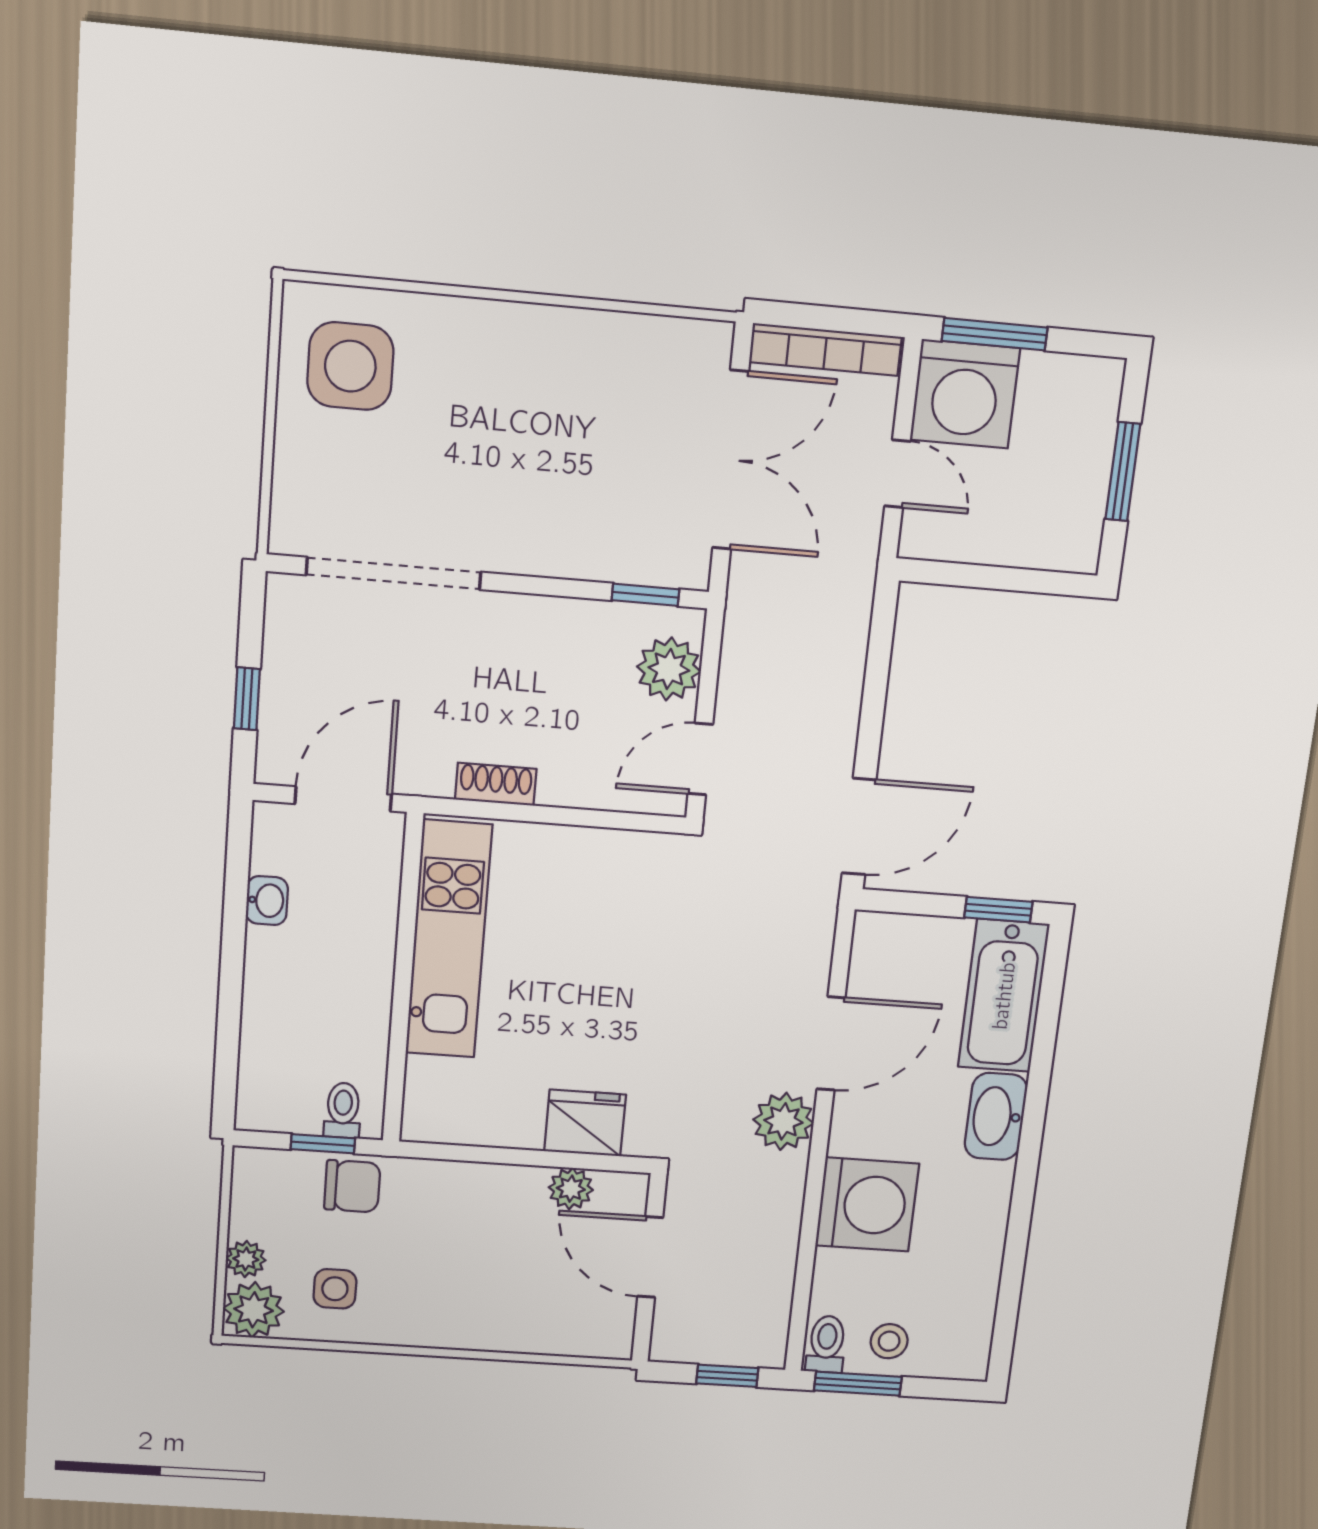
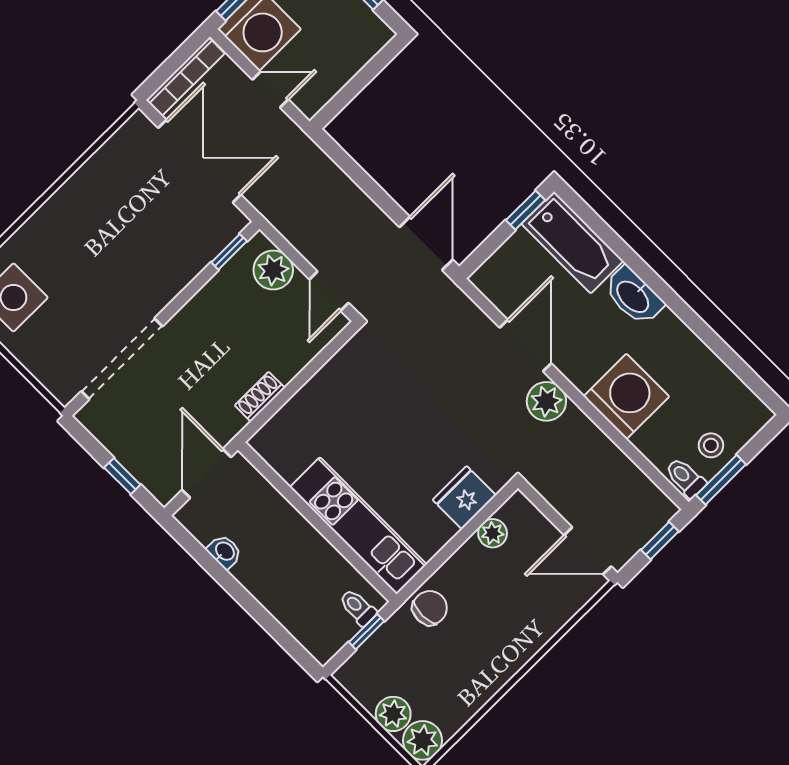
kitchen unit: (449, 940) -> (358, 526), moved
chair: (352, 1186) -> (430, 608), moved
door: (650, 1257) -> (588, 551), moved
plant: (246, 1259) -> (393, 714), width x1.38, depth x1.38
side table: (335, 1289) -> (446, 692), removed

